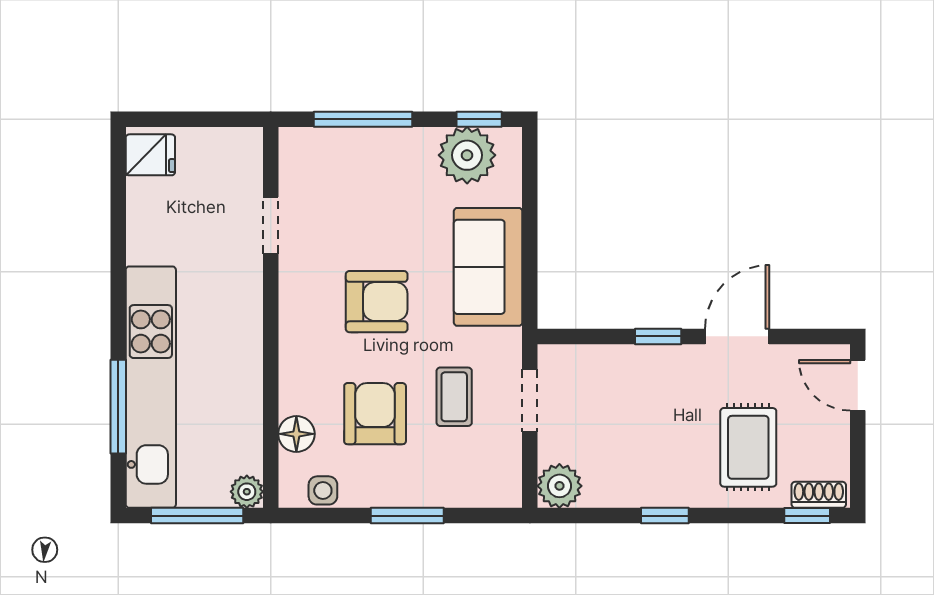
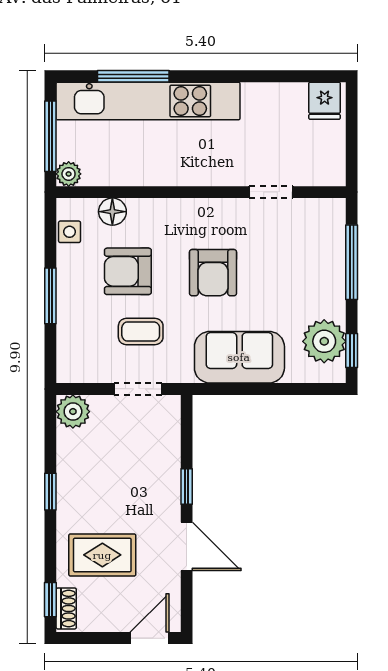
armchair: (375, 414) -> (128, 271), turned 180

